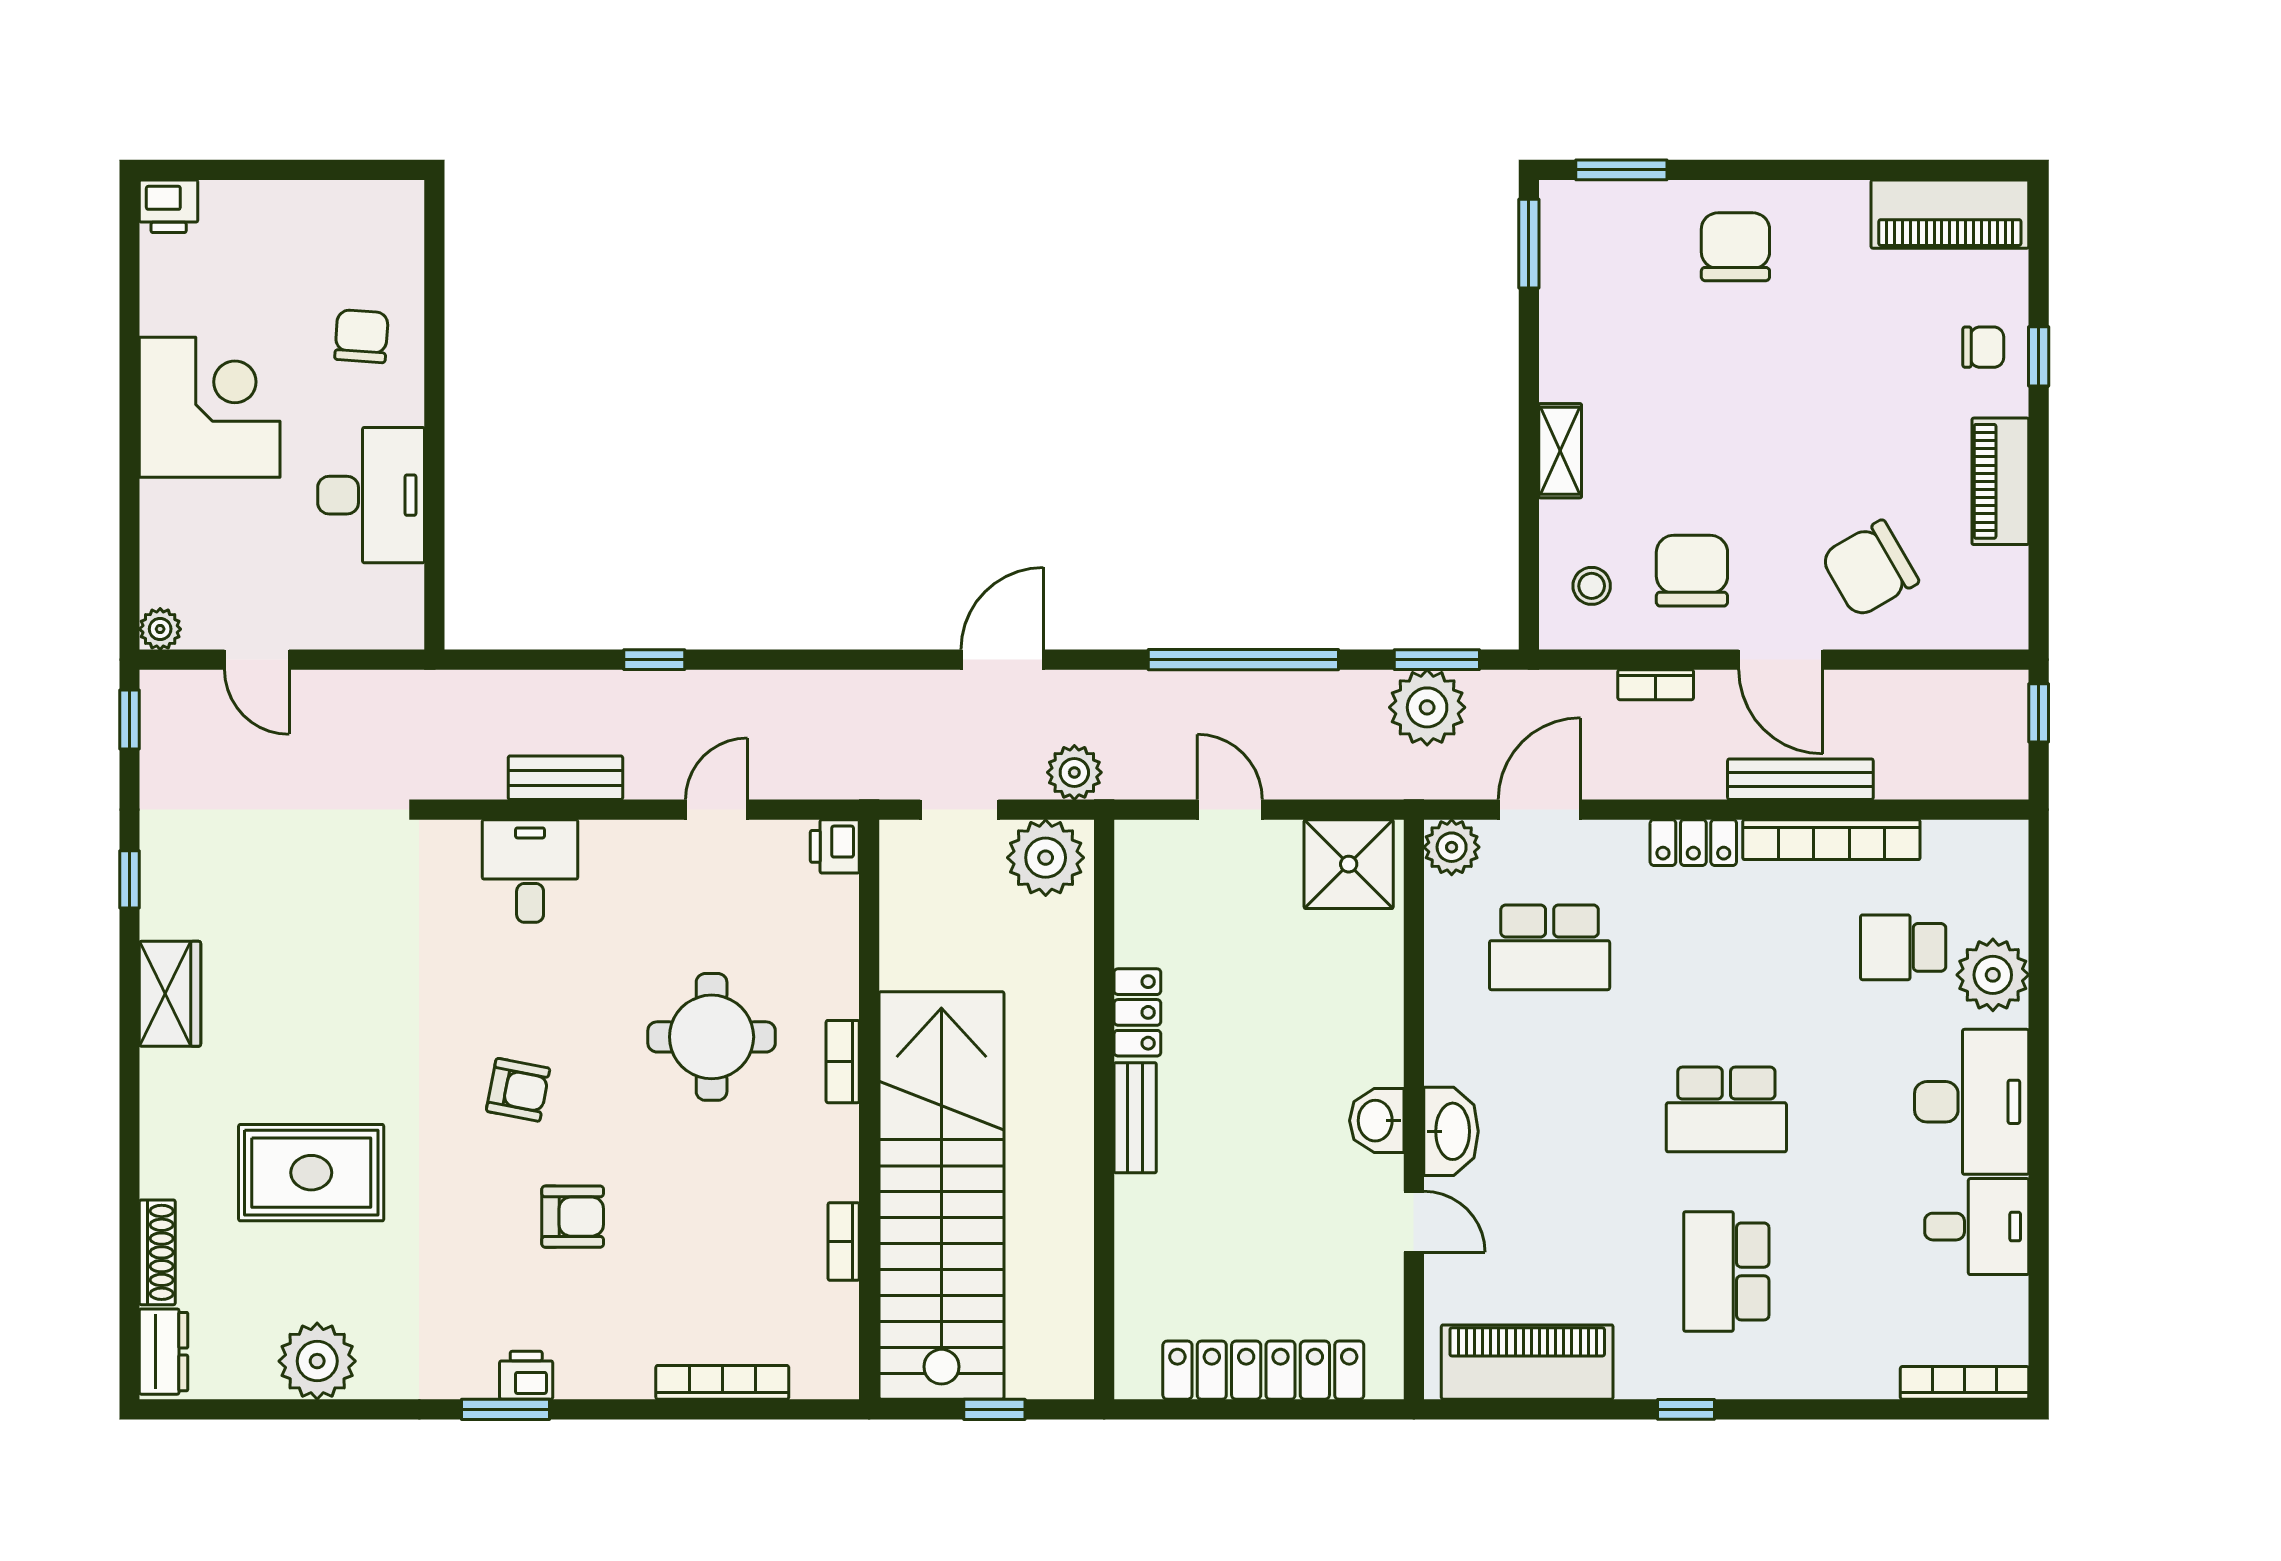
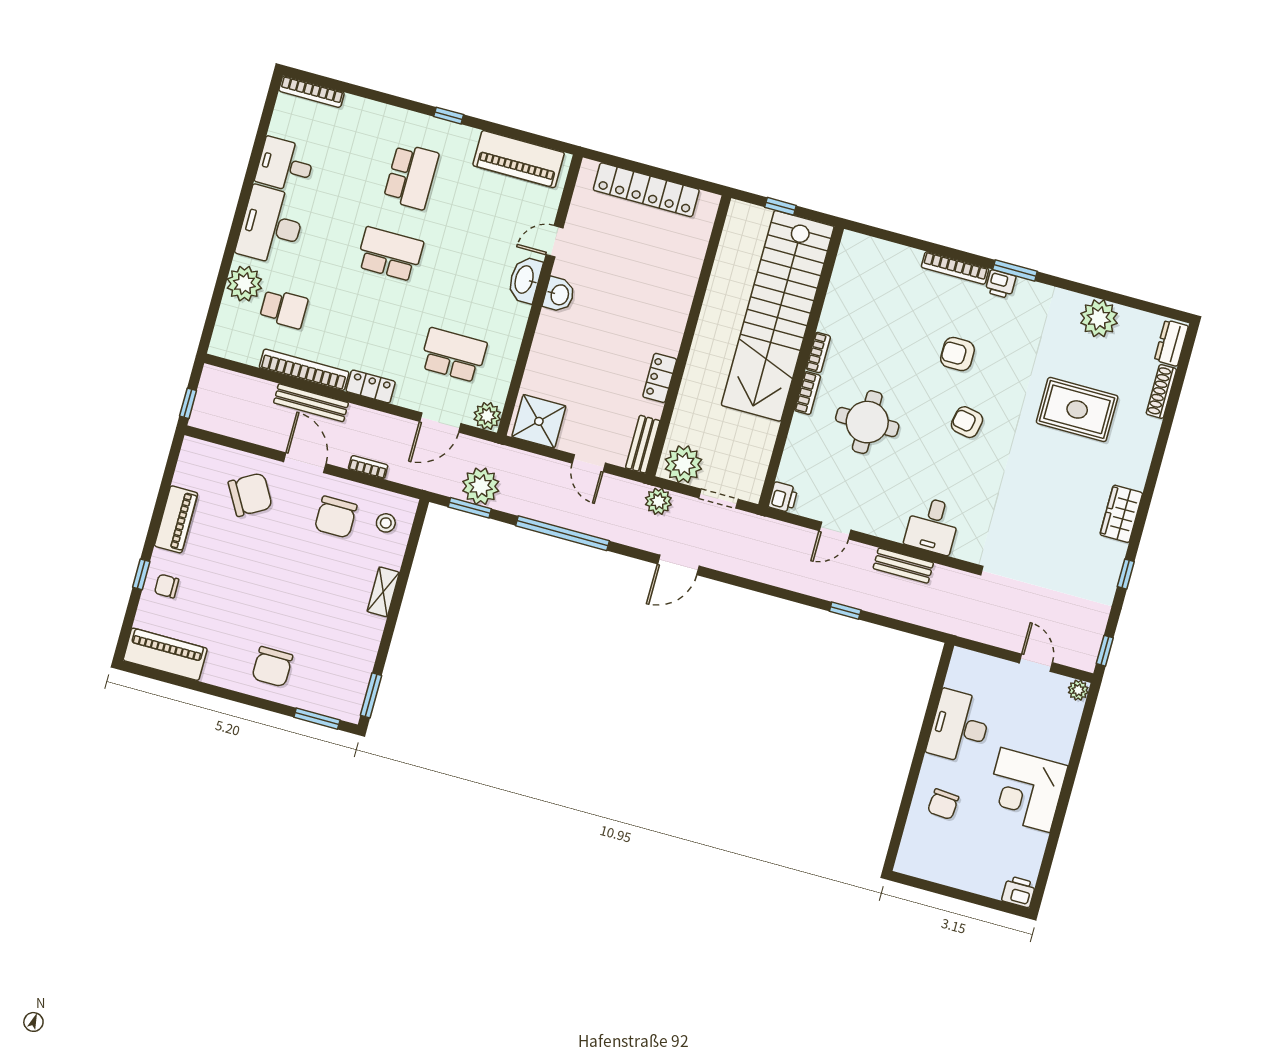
bench: (1135, 1118) -> (643, 444), moved
door: (1414, 1222) -> (554, 241), hinge flipped
bookcase: (844, 1241) -> (818, 353), moved
bookcase: (722, 1382) -> (955, 268), moved

